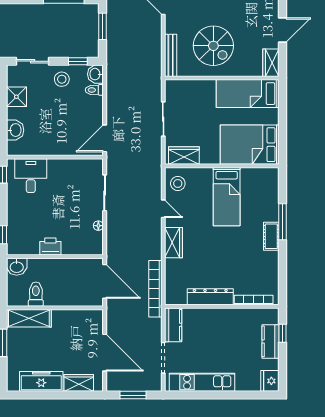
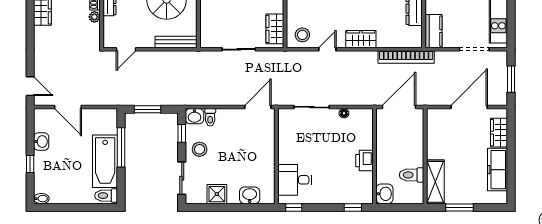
door: (105, 138) -> (258, 107), swing flipped
kitchen counter: (173, 325) -> (433, 31), moved, turned 90

